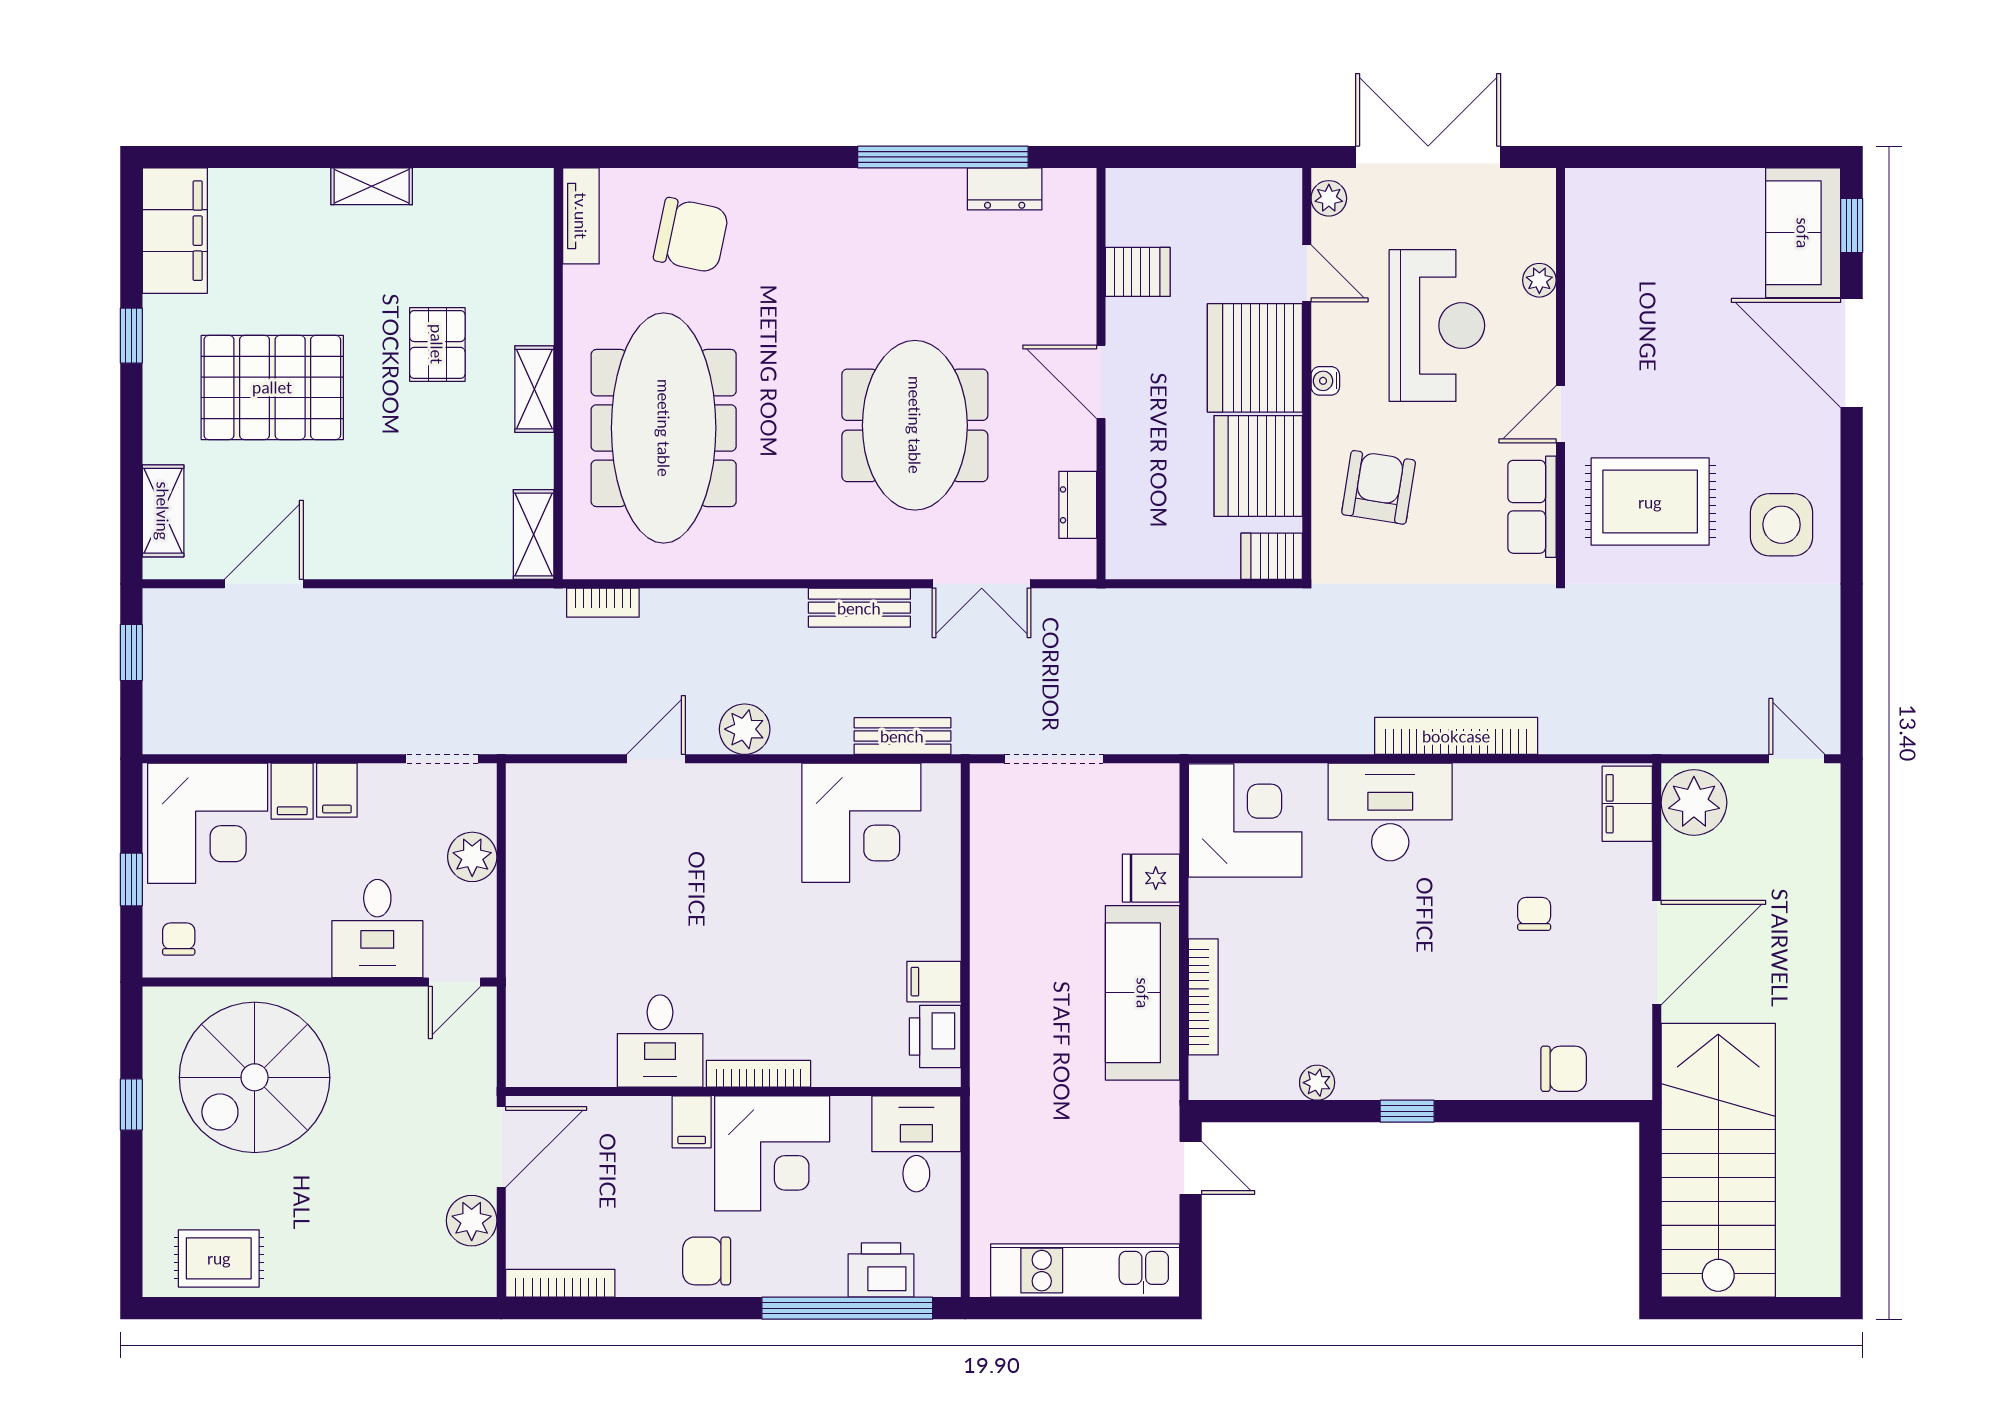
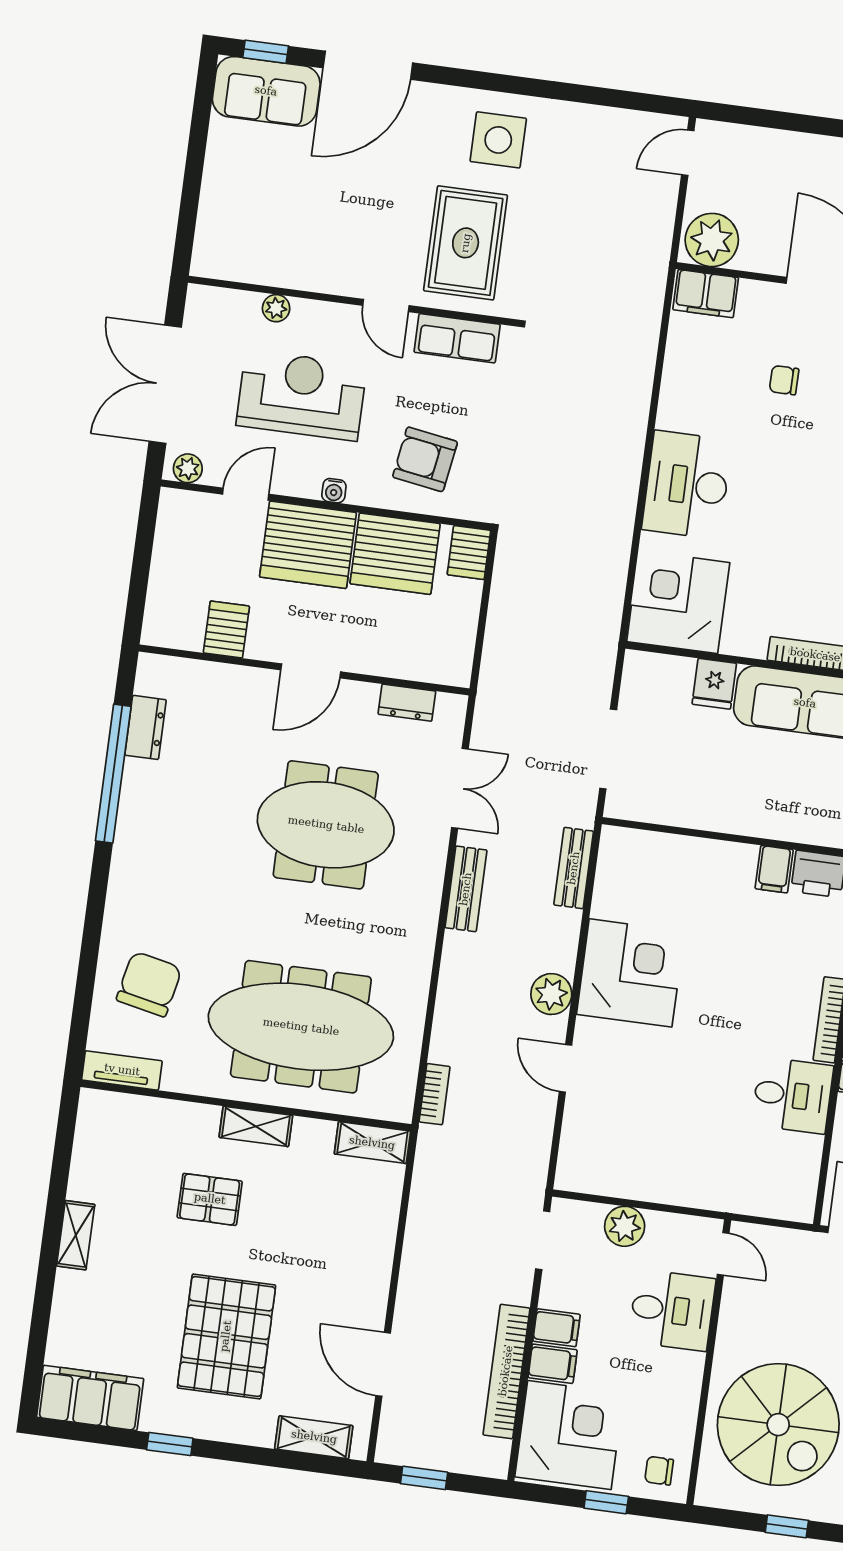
bookcase: (1456, 736) -> (506, 1371), moved
corner desk: (861, 823) -> (631, 973), moved

